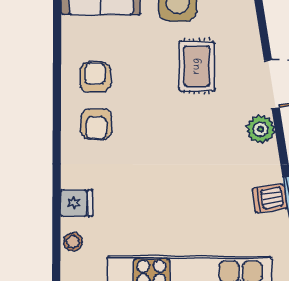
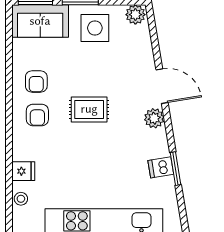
rug: (197, 66) -> (89, 109), moved, turned 90
armchair: (95, 77) -> (36, 81), turned 180

